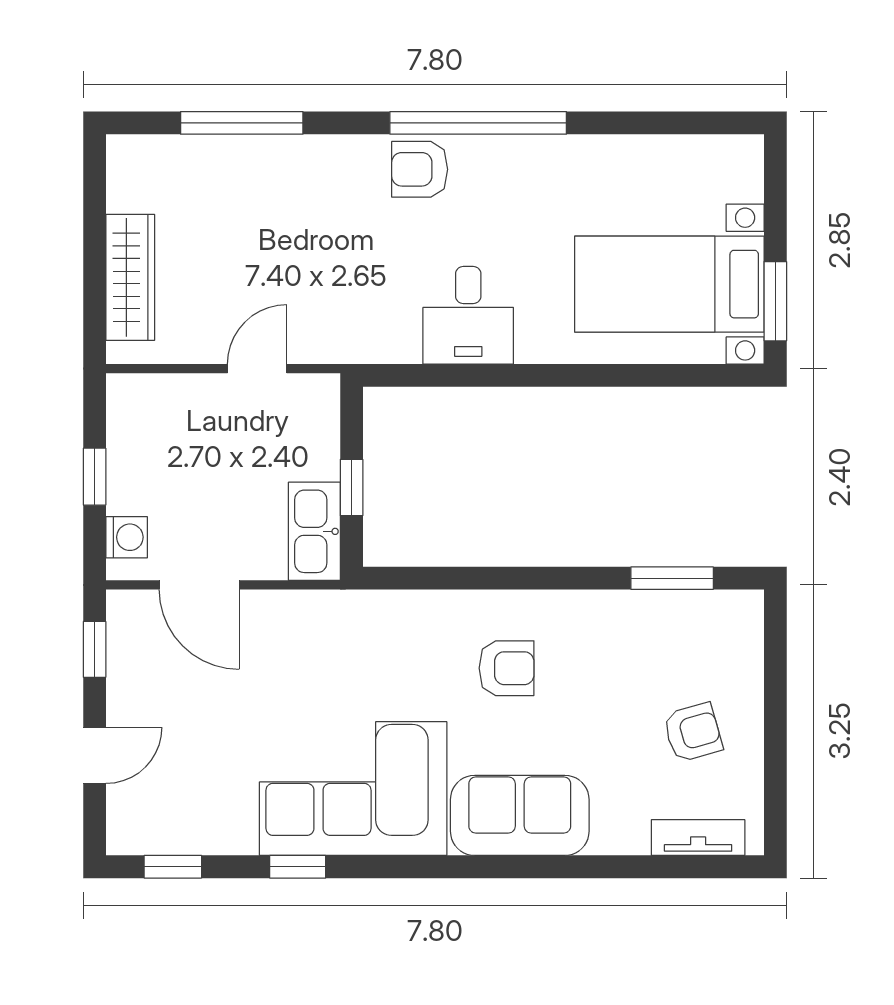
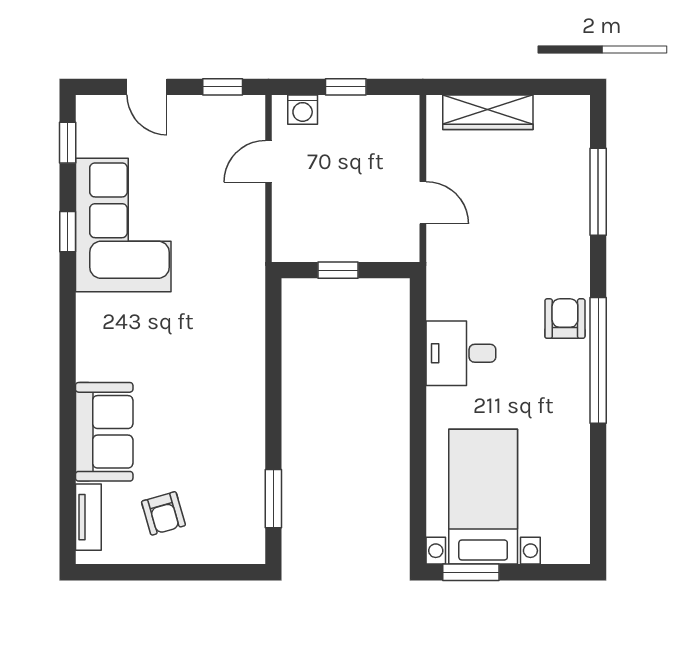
kitchen sink: (314, 531) -> (307, 244), removed
door: (199, 585) -> (269, 161), width x0.73
armchair: (507, 668) -> (209, 381), removed
corner sofa: (353, 789) -> (123, 225), moved
sofa: (520, 815) -> (104, 432), moved

